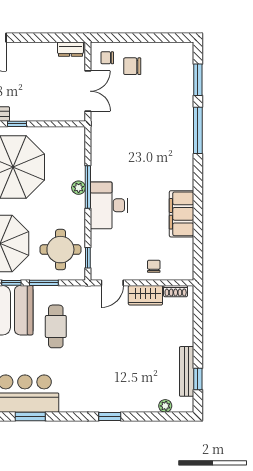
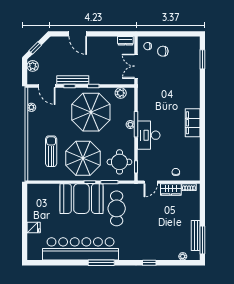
double door: (88, 91) -> (136, 66), swing flipped
window: (198, 130) -> (202, 90), removed
plant: (62, 135) -> (121, 93), added
filing cabinet: (182, 214) -> (193, 123), moved
cafe table: (56, 326) -> (117, 208), width x1.37, depth x1.35
window: (198, 379) -> (202, 240), width x2.17
window: (30, 417) -> (101, 263), width x1.44

